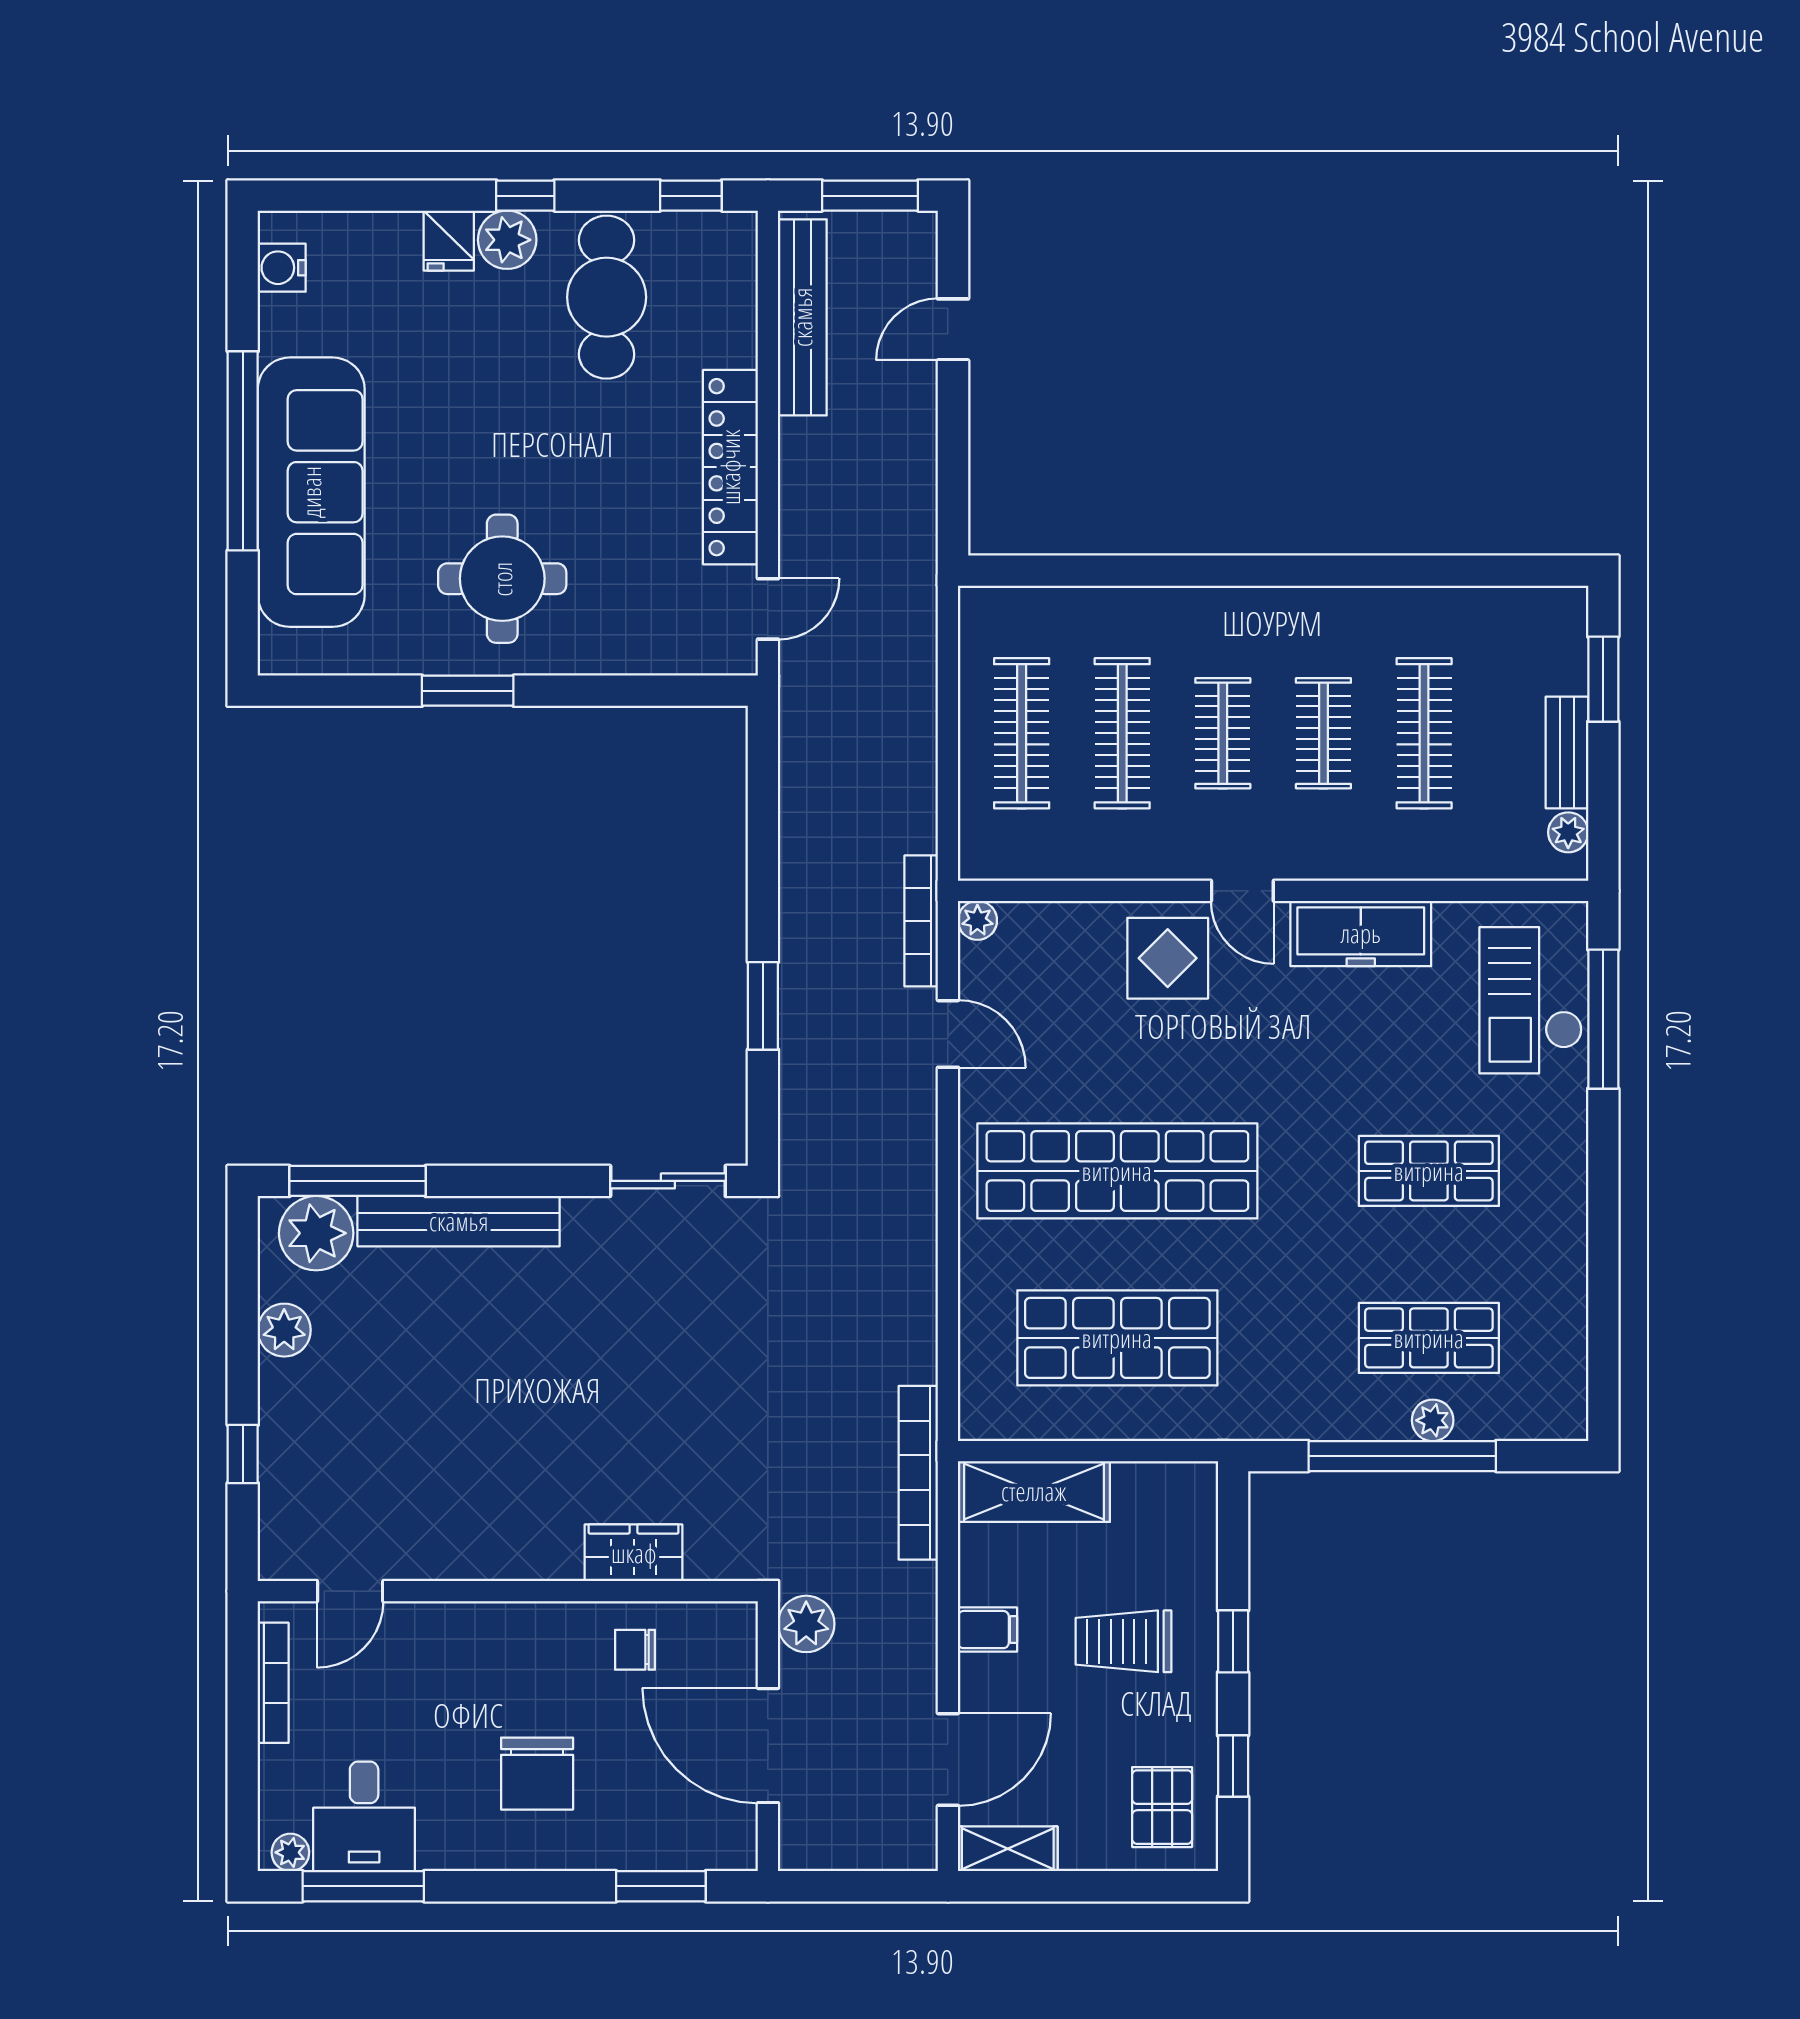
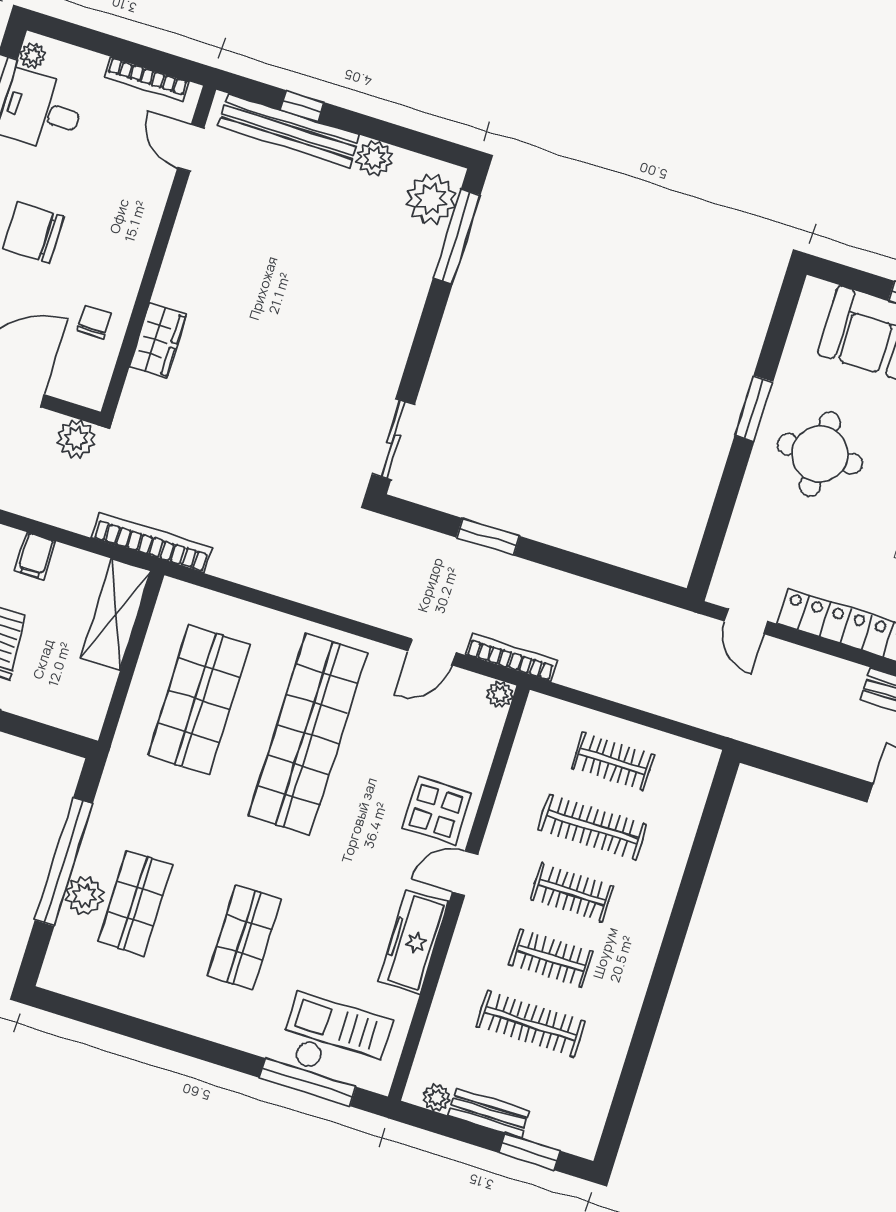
clothes rail: (1022, 733) -> (613, 761), width x0.73
bench: (459, 1221) -> (289, 131), moved, turned 90
plant: (1433, 1420) -> (84, 896), width x1.38, depth x1.38

